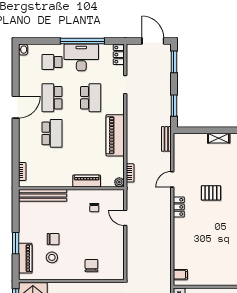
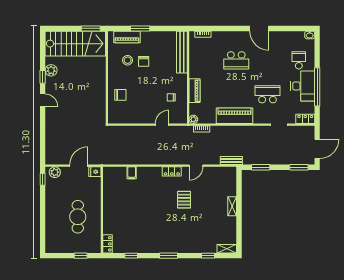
school desk: (52, 98) -> (268, 60), removed
school desk: (91, 98) -> (268, 94), turned 180
door: (172, 179) -> (196, 166), swing flipped
filing cabinet: (180, 275) -> (132, 173), moved

